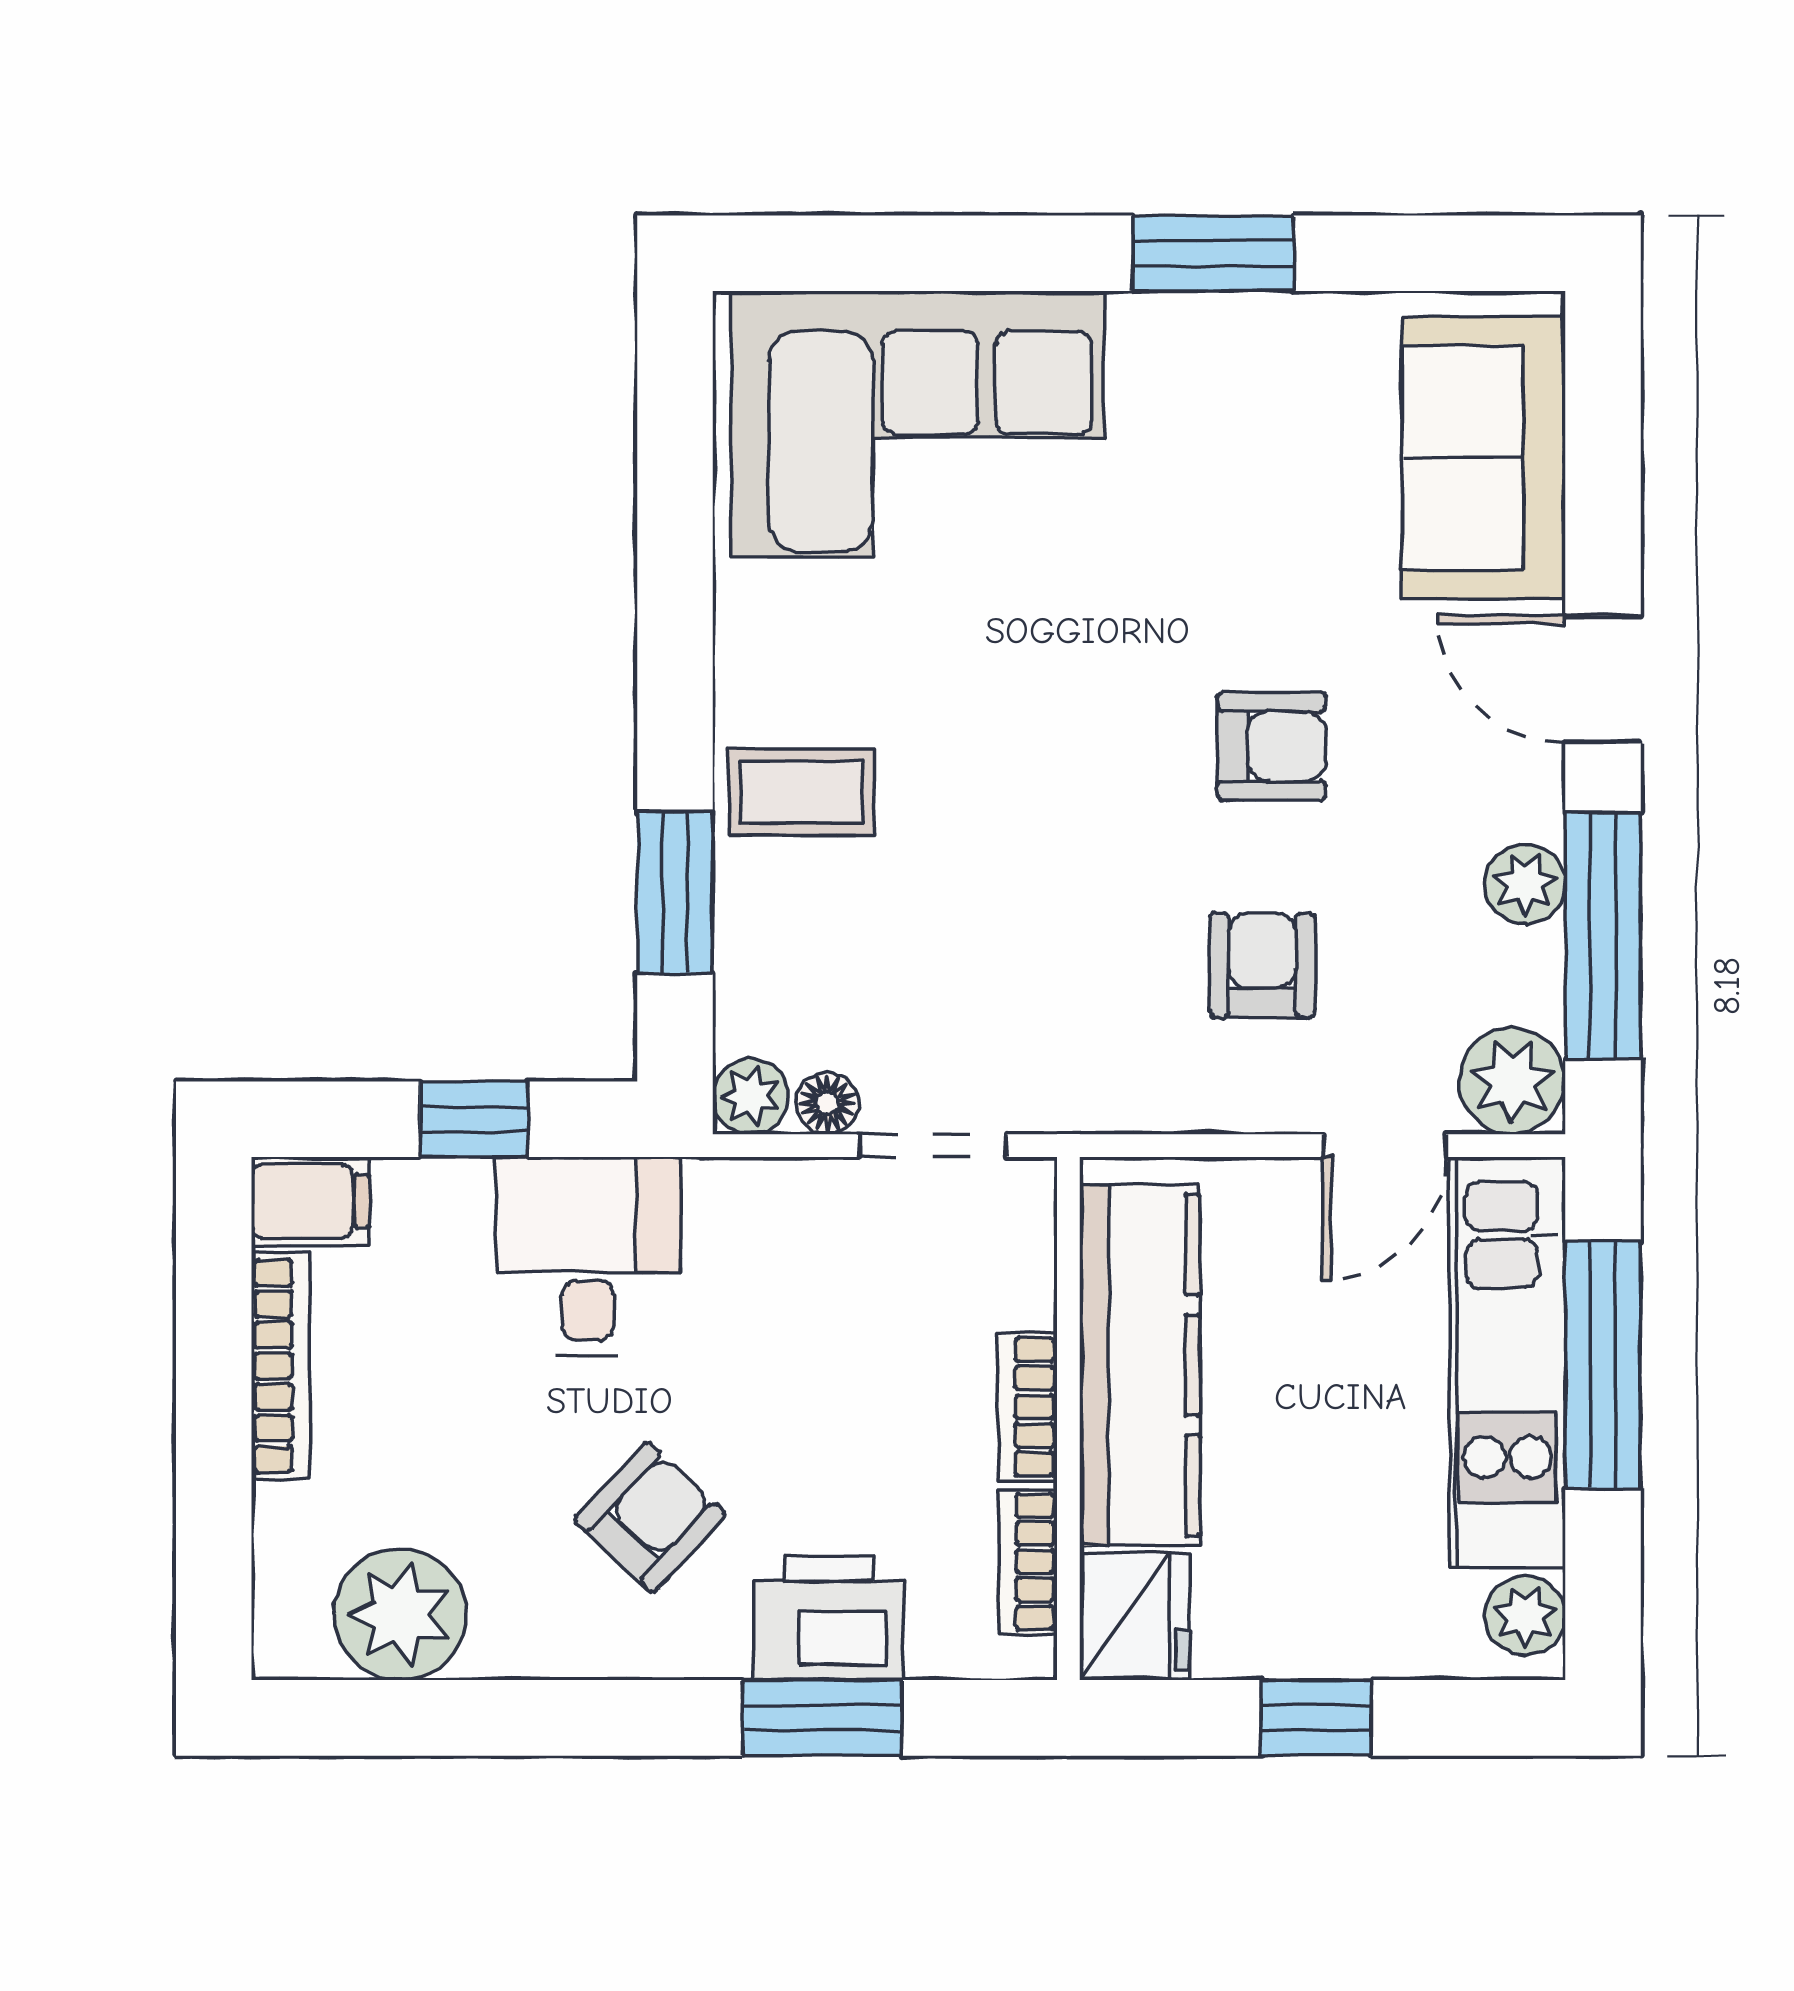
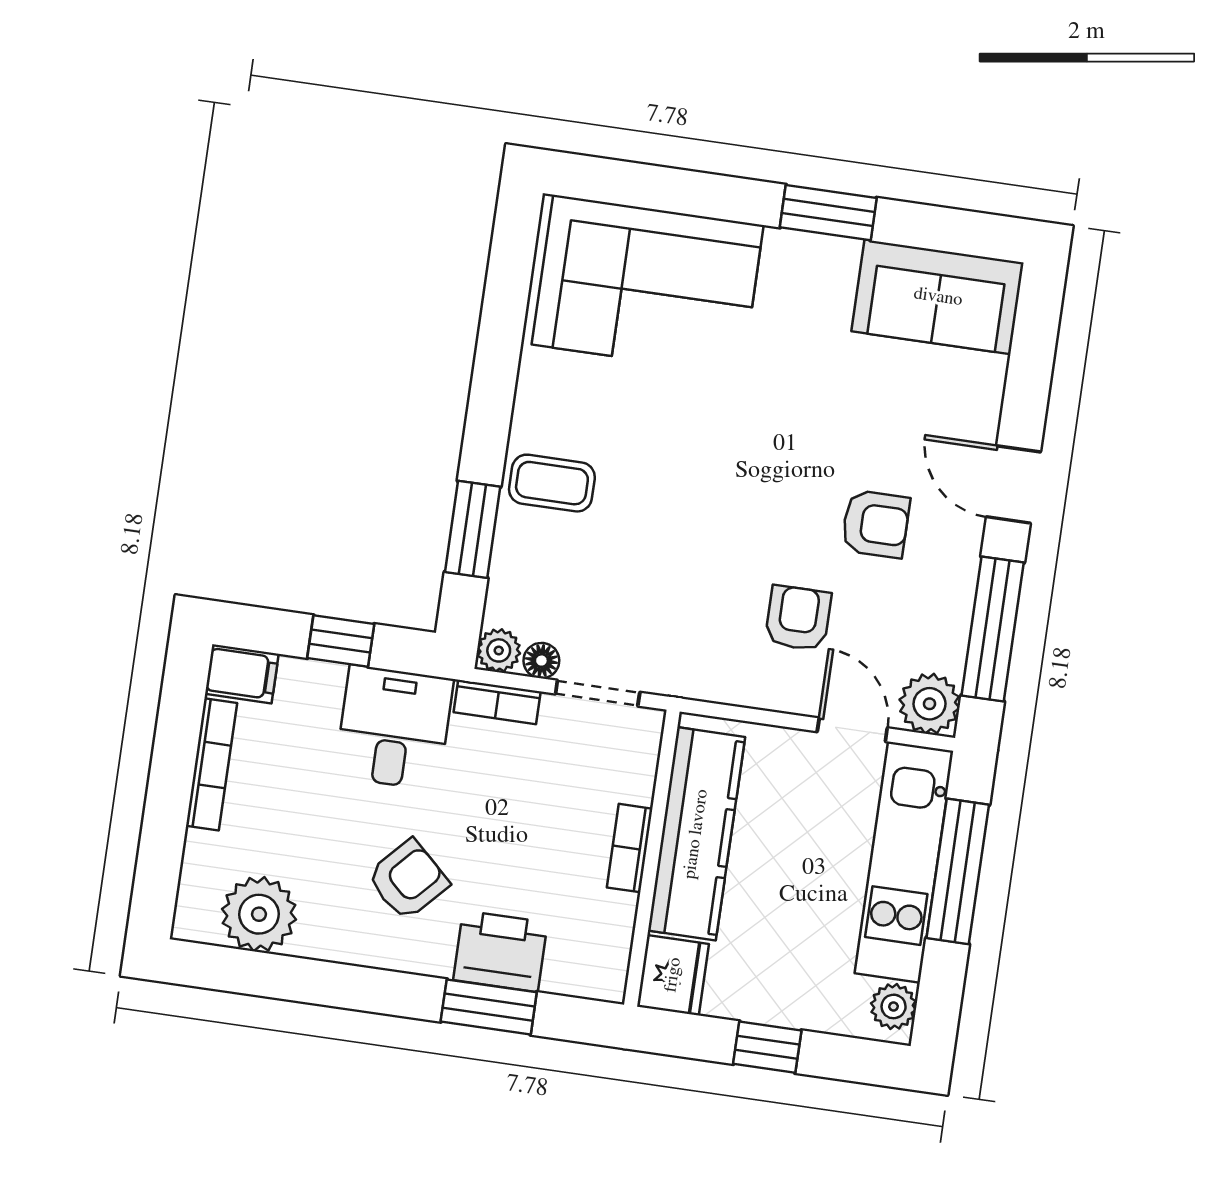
sofa: (1484, 458) -> (938, 297), moved, turned -90
armchair: (1272, 746) -> (876, 524), moved
plant: (1525, 884) -> (953, 594), removed
door: (1385, 1146) -> (852, 730), swing flipped
bookcase: (1028, 1561) -> (497, 702), moved, turned -90

